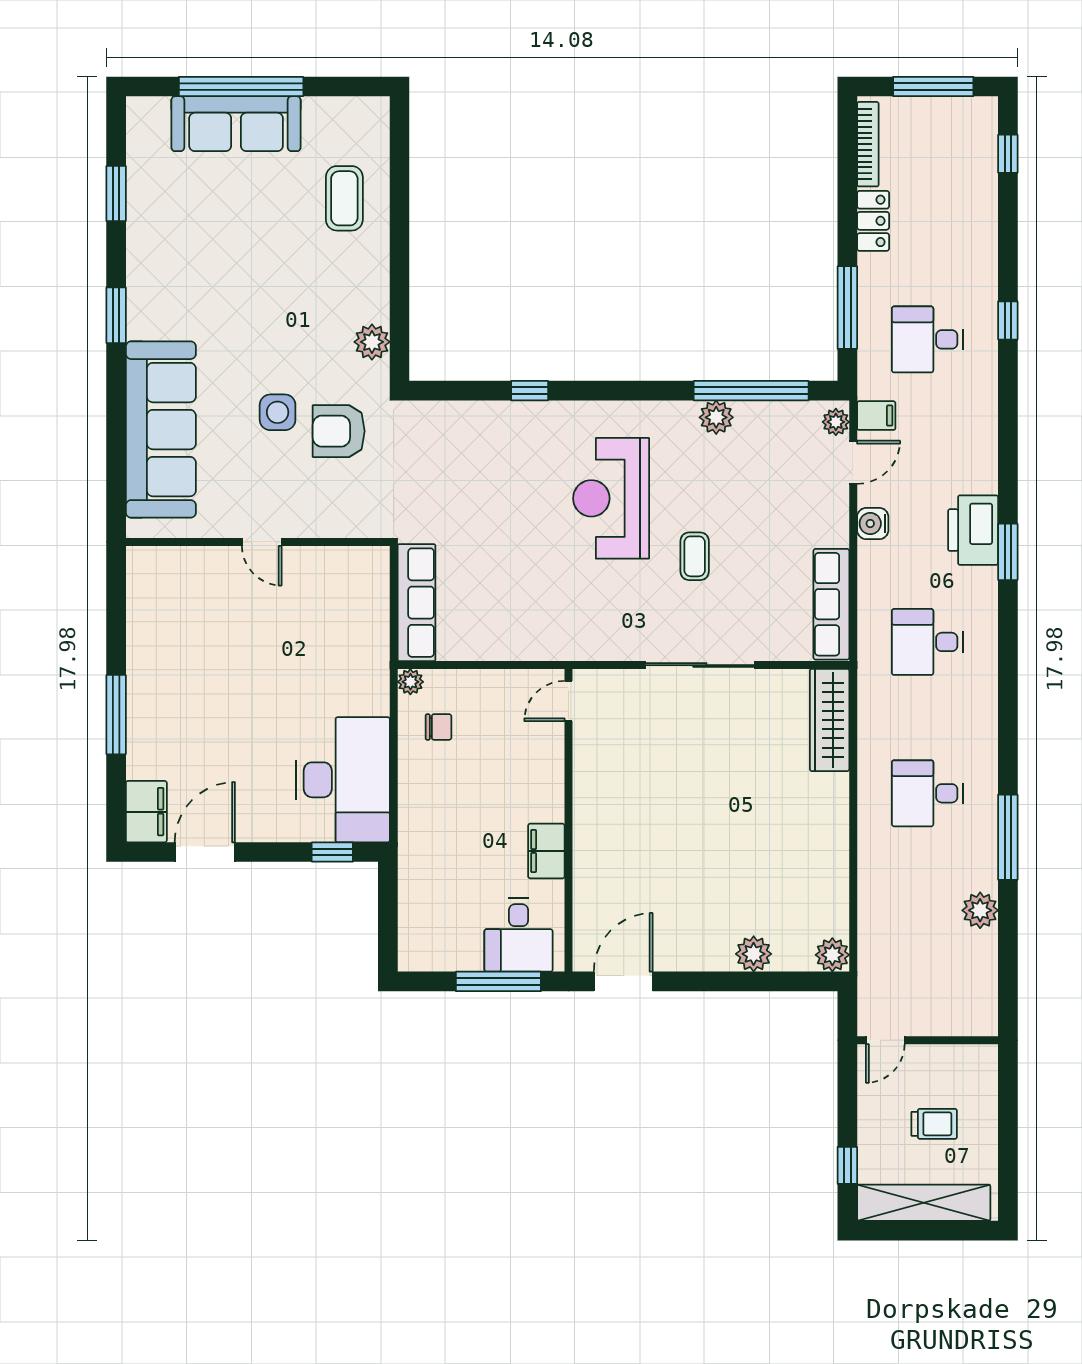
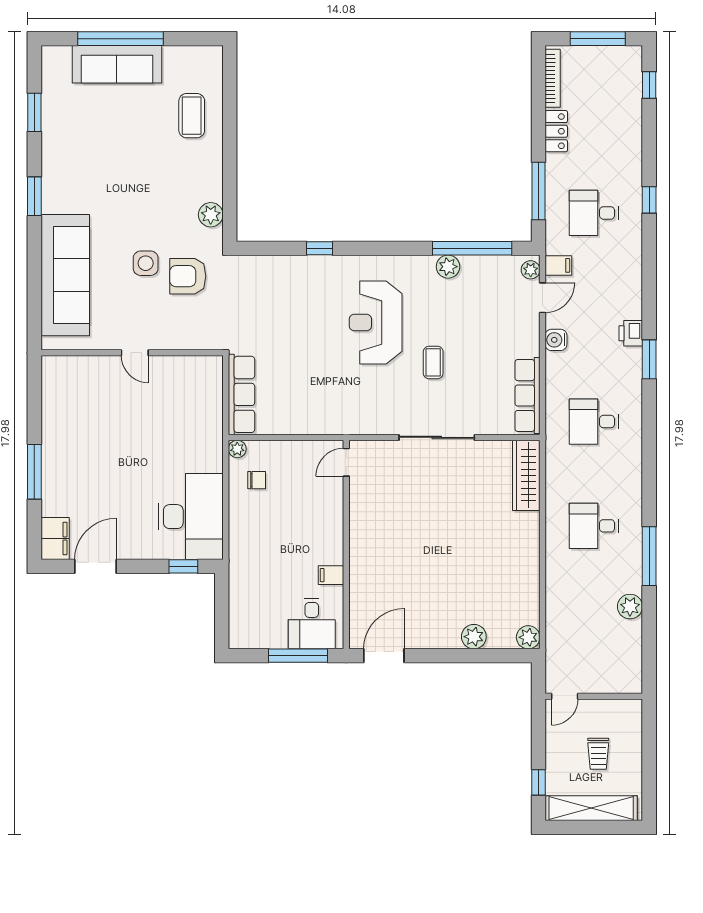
printer: (973, 530) -> (631, 333), width x0.53, depth x0.68
filing cabinet: (546, 851) -> (331, 575), width x0.50
trolley: (934, 1124) -> (598, 754), turned 90

